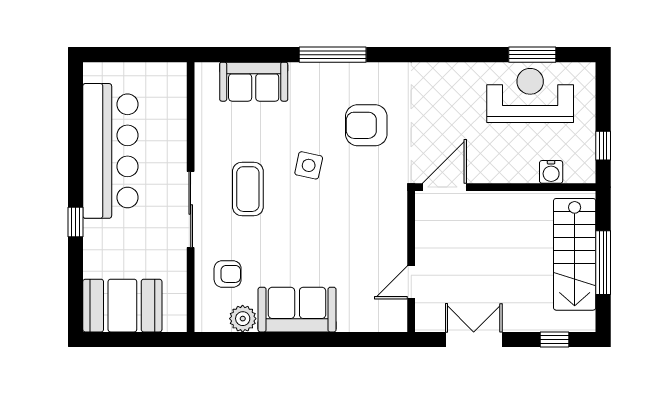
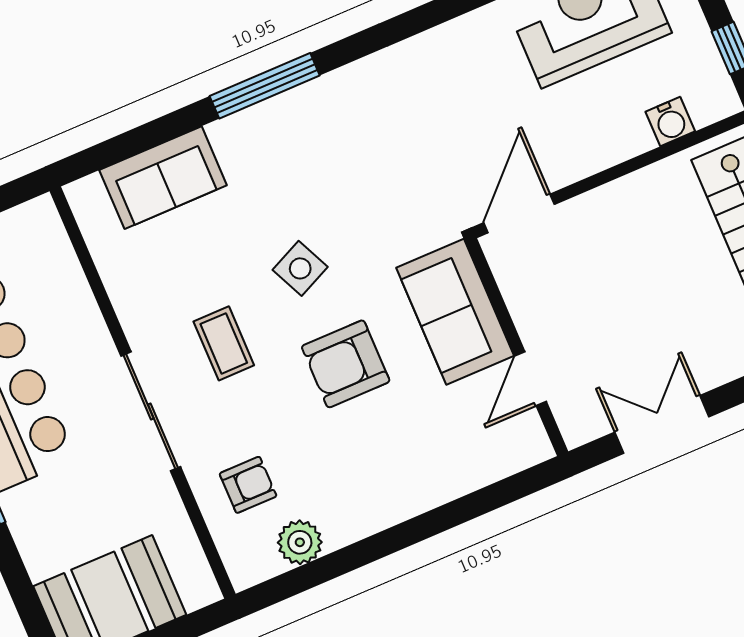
armchair: (366, 125) -> (346, 364), moved
side table: (309, 165) -> (300, 268), turned -37
coffee table: (248, 189) -> (224, 343), width x0.73, depth x0.77
sofa: (297, 310) -> (455, 312), moved, turned -90

